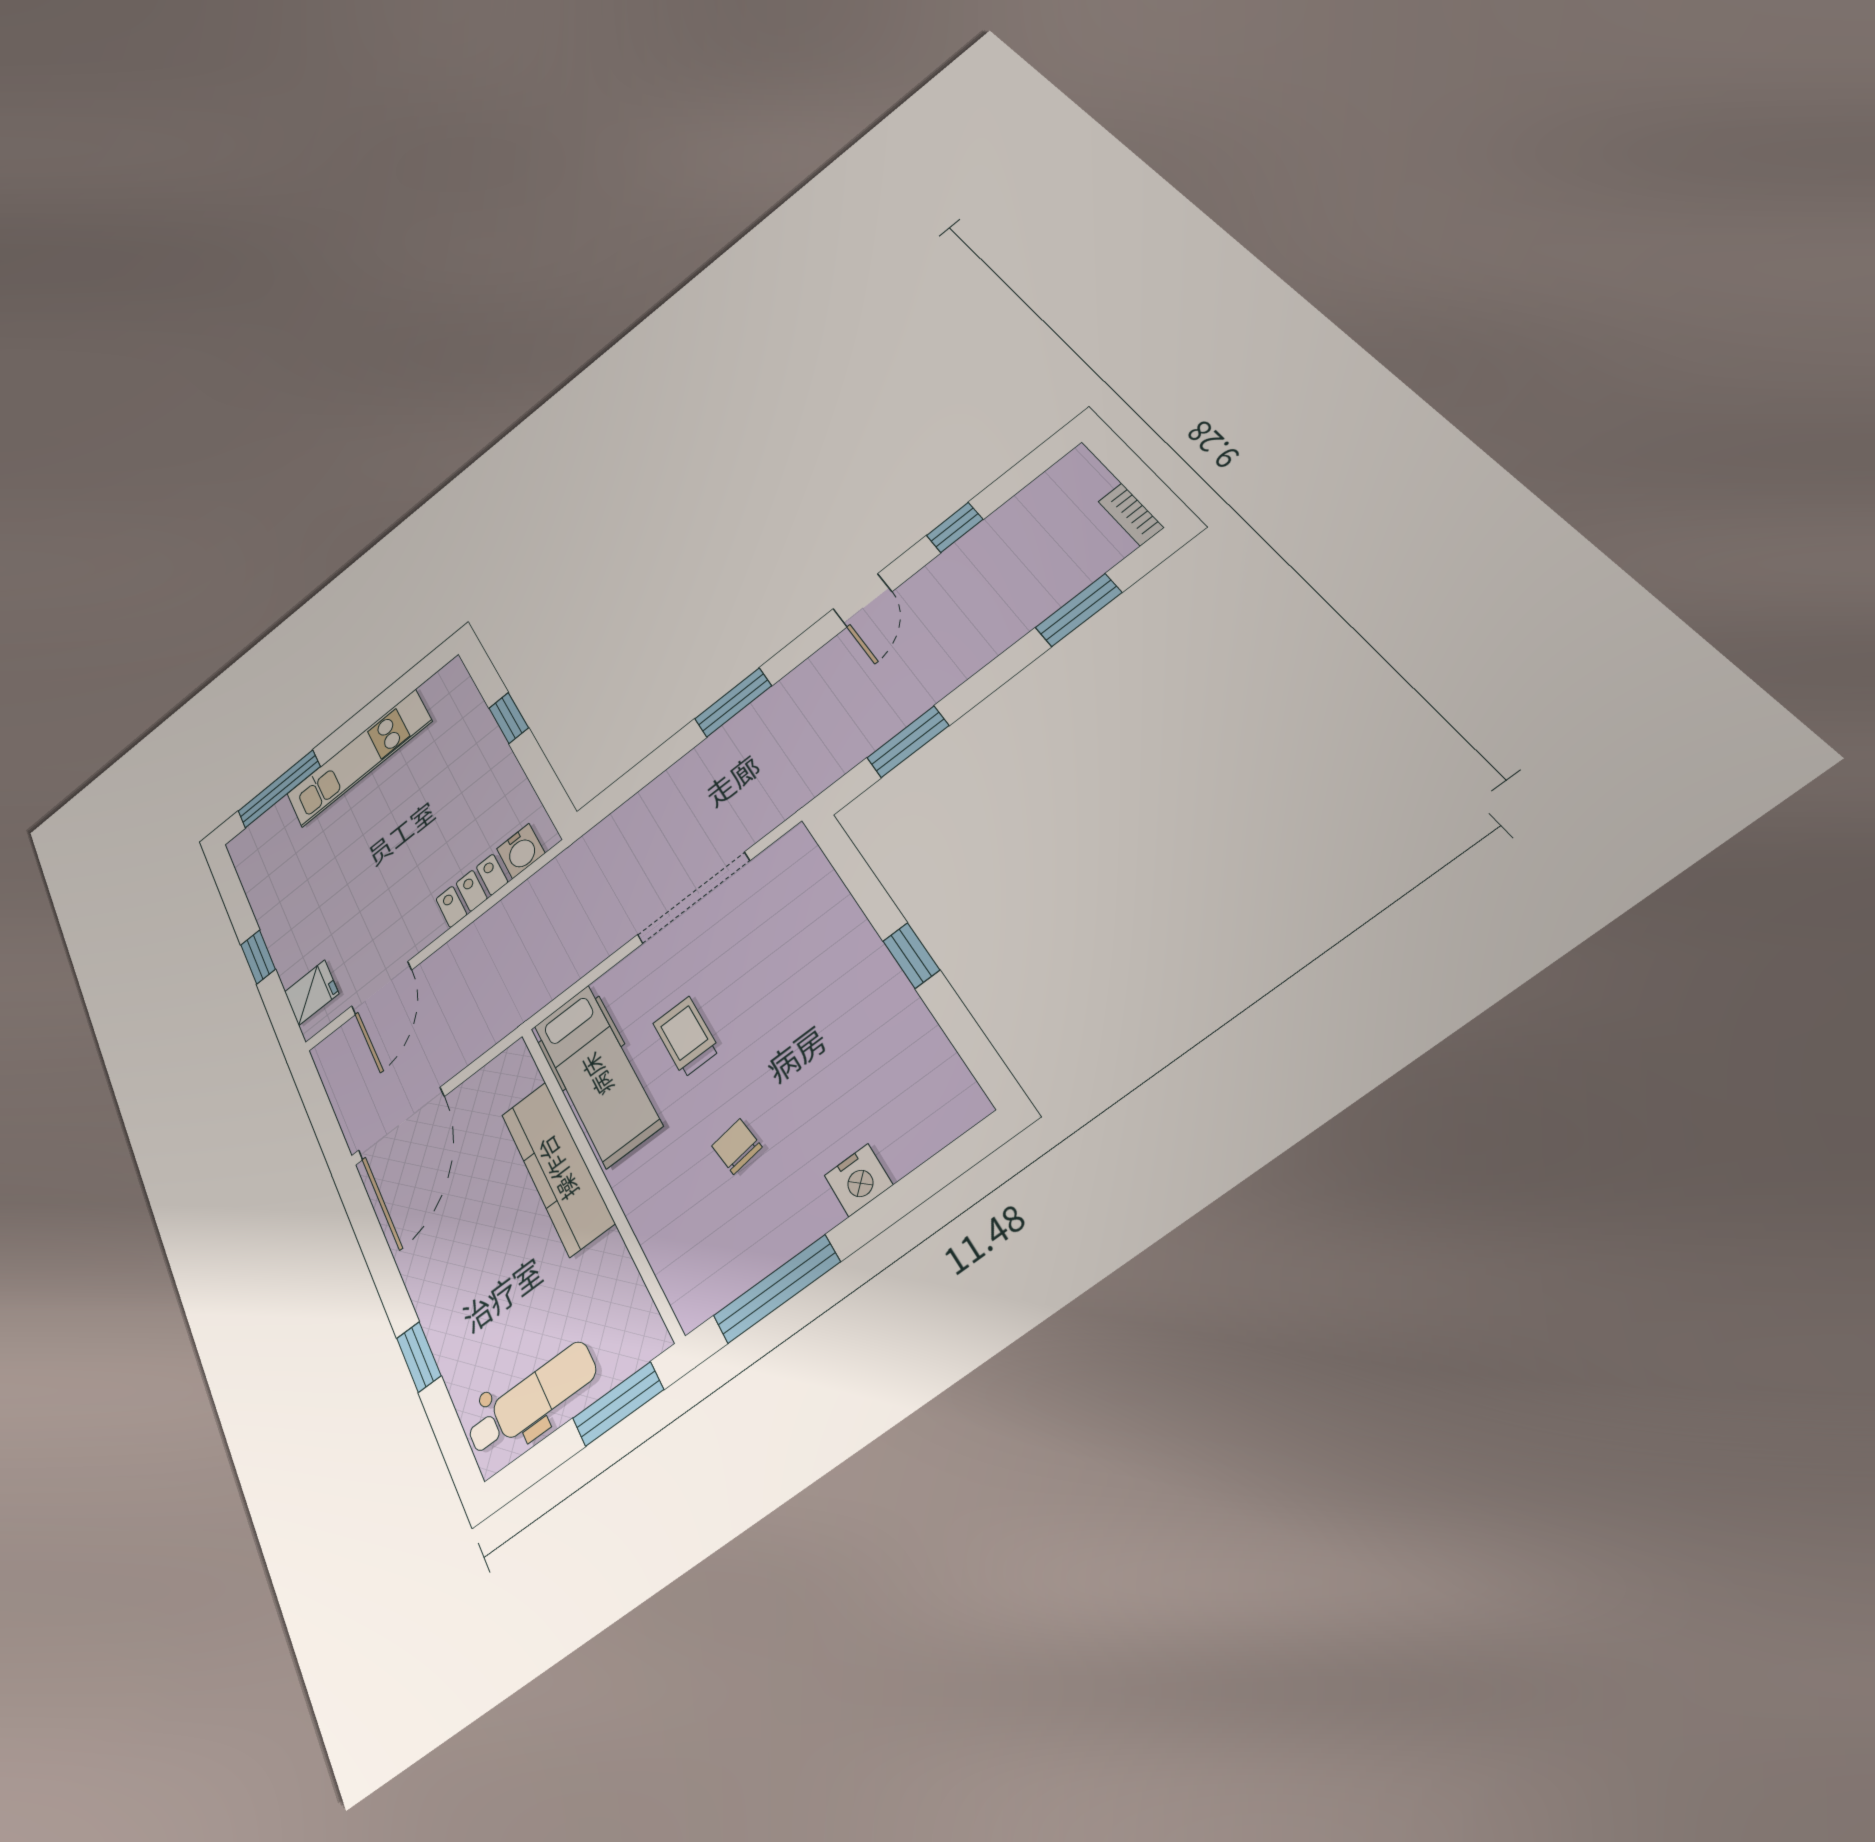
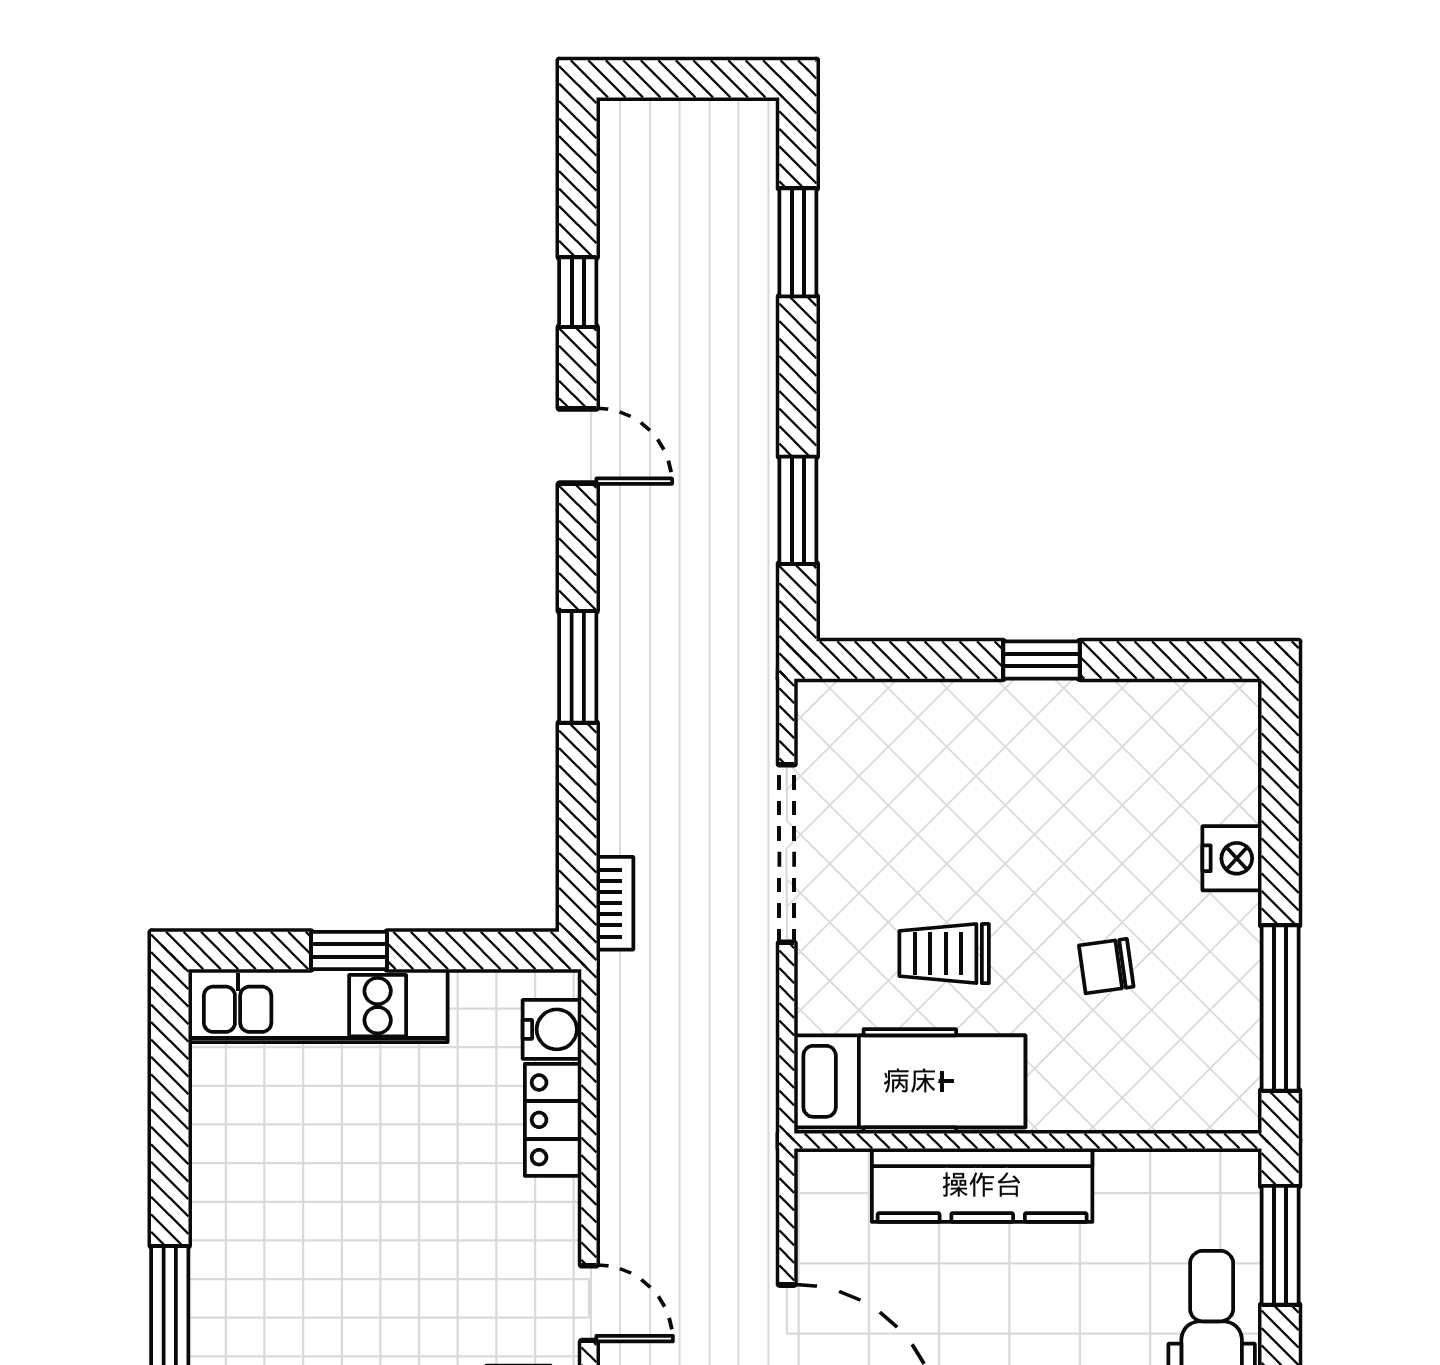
bookcase: (1131, 515) -> (615, 903), moved, turned -90
kitchen unit: (359, 758) -> (318, 1006), moved, turned 90
door: (381, 988) -> (589, 1303), width x0.73

